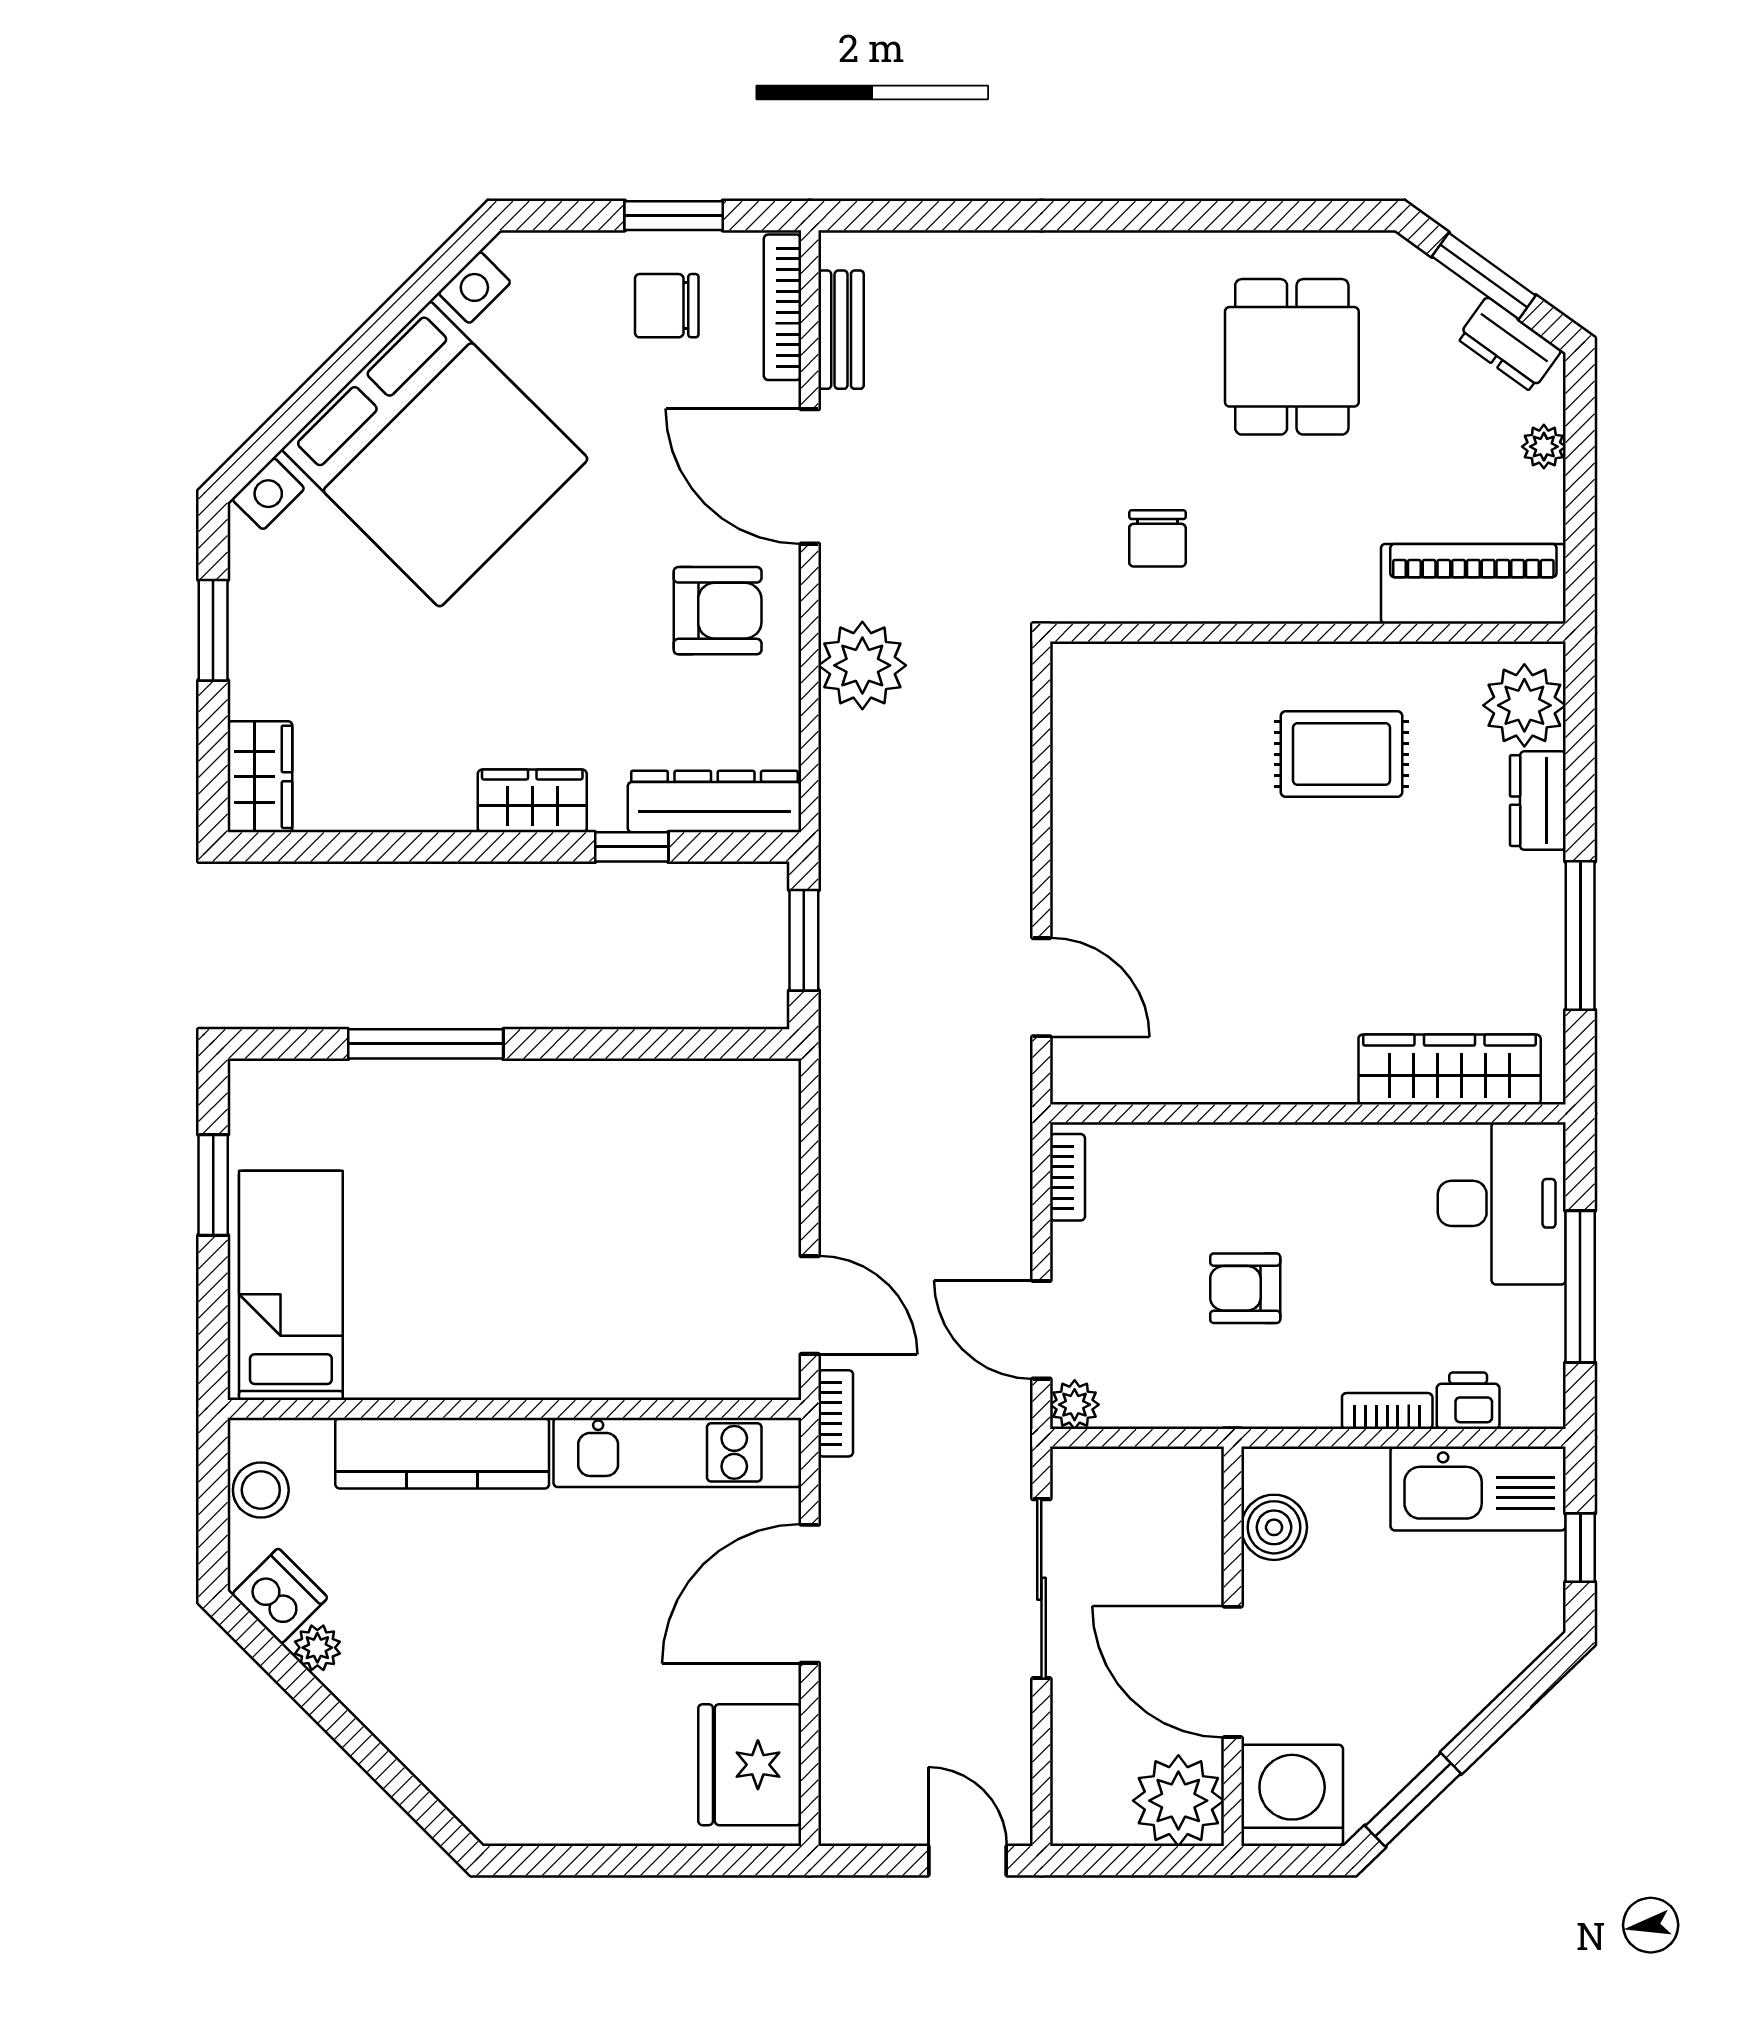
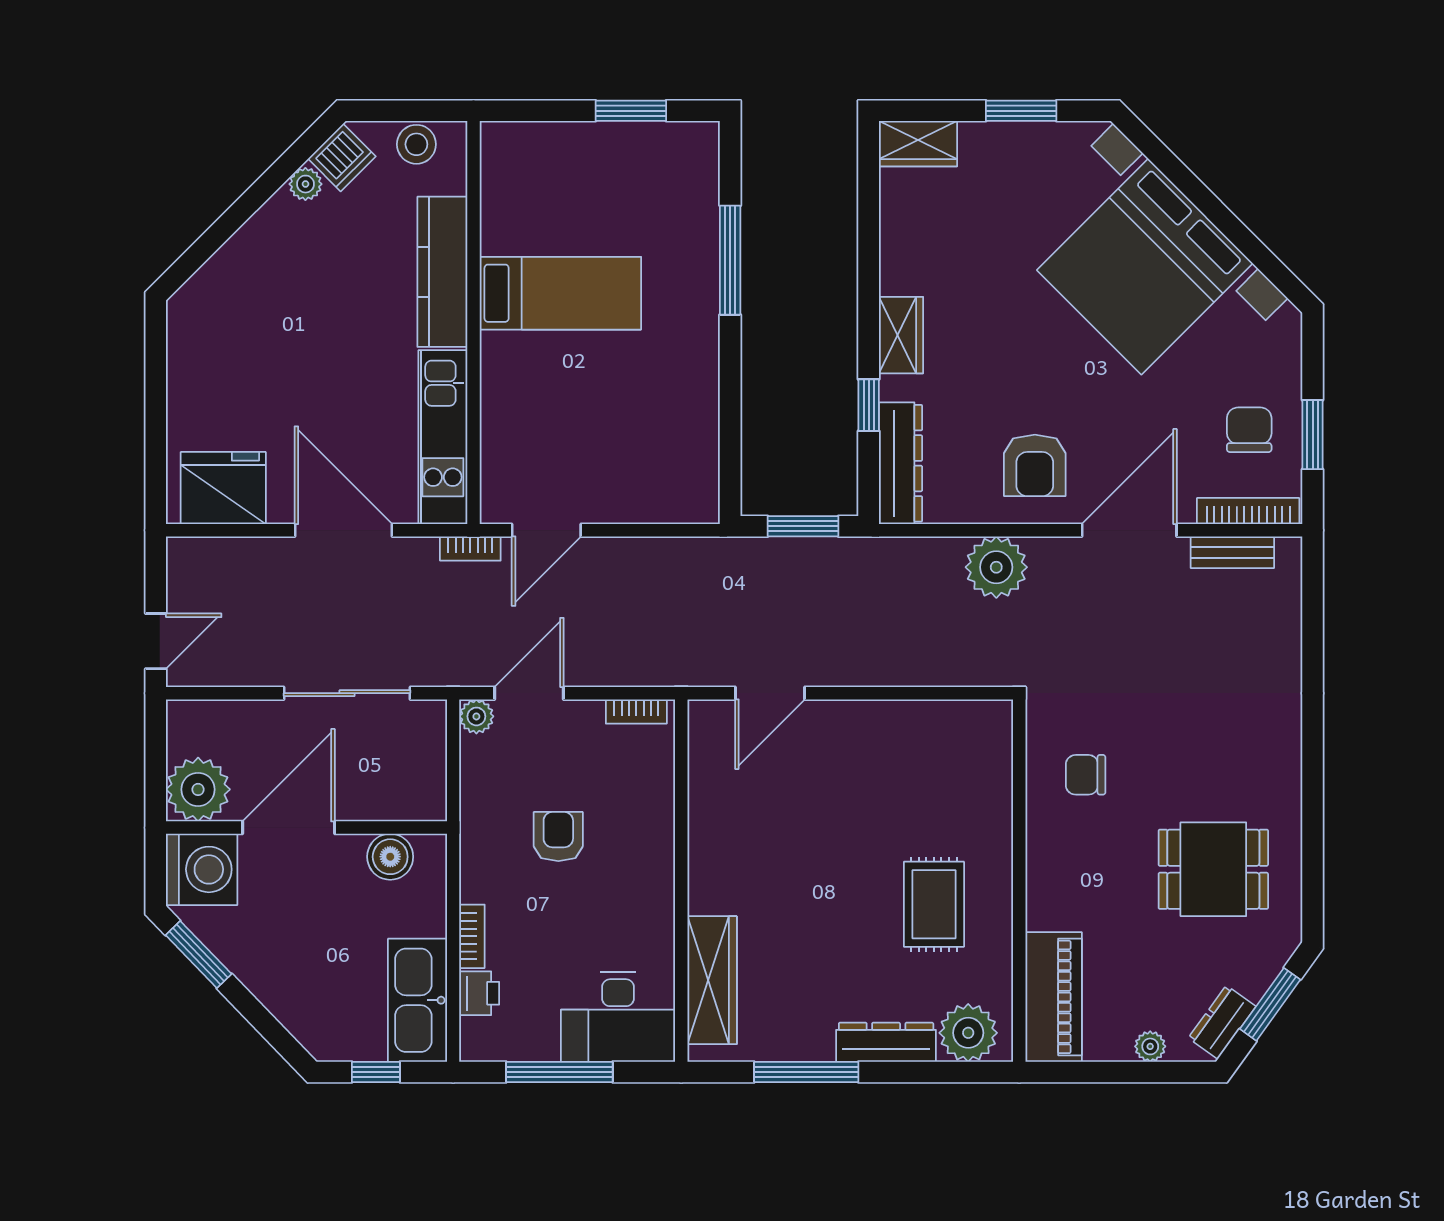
dresser: (1538, 801) -> (886, 1042), width x1.44
bed: (291, 1285) -> (560, 293), moved

